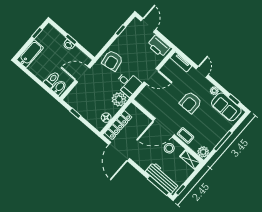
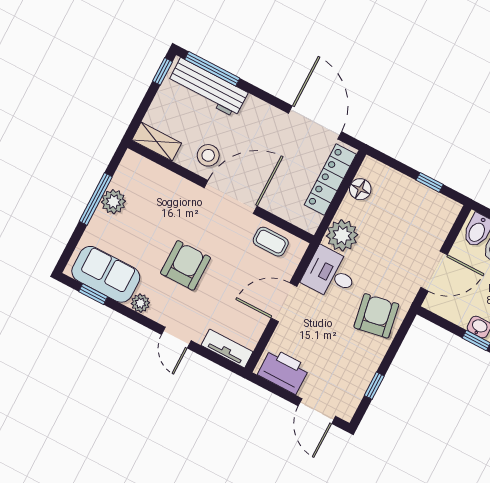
coffee table: (186, 135) -> (271, 242), moved
plant: (203, 152) -> (113, 202), moved

